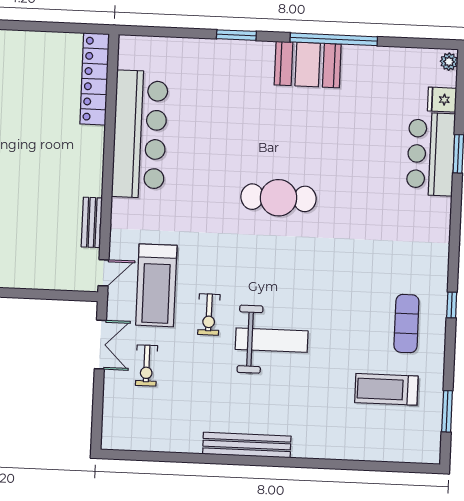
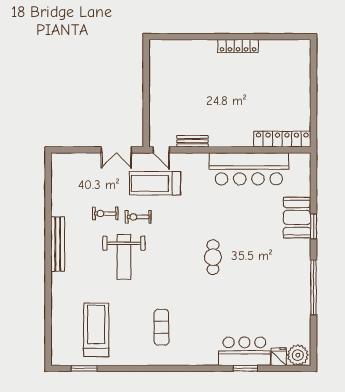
plant: (449, 62) -> (298, 355), width x1.88, depth x1.88
booth: (308, 64) -> (297, 218), moved
cafe table: (278, 198) -> (213, 257), width x0.73, depth x0.74
window: (452, 305) -> (151, 368), removed
exercise mat: (406, 324) -> (161, 327), moved, turned 90
exercise bike: (147, 366) -> (105, 214), moved
treadmill: (386, 389) -> (96, 330), width x1.37, depth x1.38

